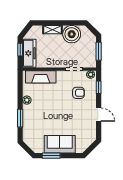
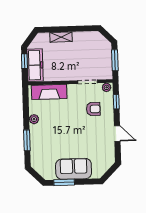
boiler: (72, 34) -> (83, 42), removed

